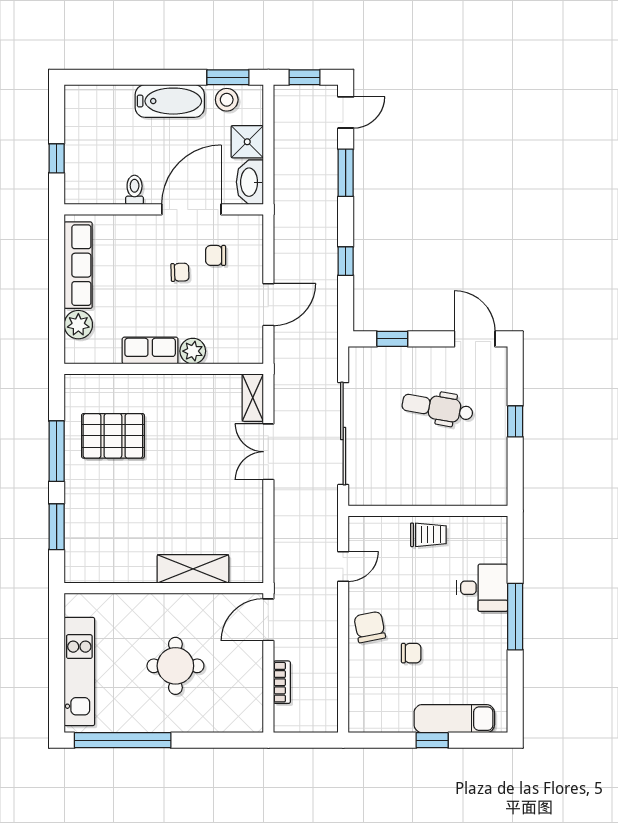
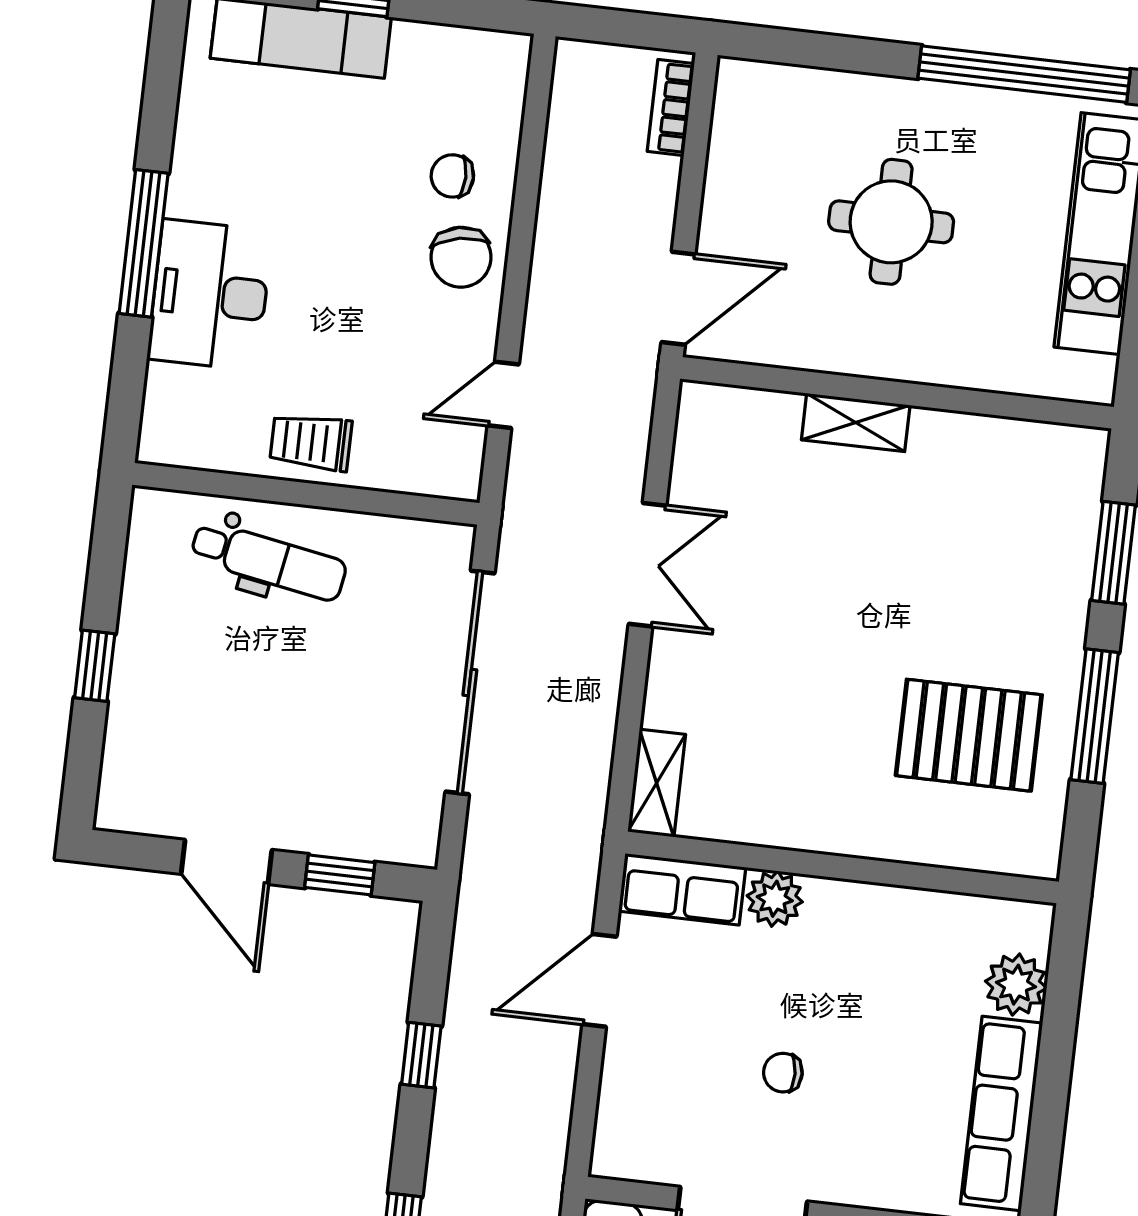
chair: (216, 255) -> (701, 1100), removed
door: (475, 339) -> (226, 862), moved
row of seats: (150, 351) -> (682, 889), moved
dental chair: (438, 408) -> (269, 561), moved
double door: (268, 452) -> (648, 565), moved
shelving: (193, 569) -> (856, 423), width x0.67, depth x0.75
desk: (482, 588) -> (210, 295), width x1.37
chair: (411, 653) -> (452, 176), moved
bookcase: (282, 682) -> (671, 108), moved

